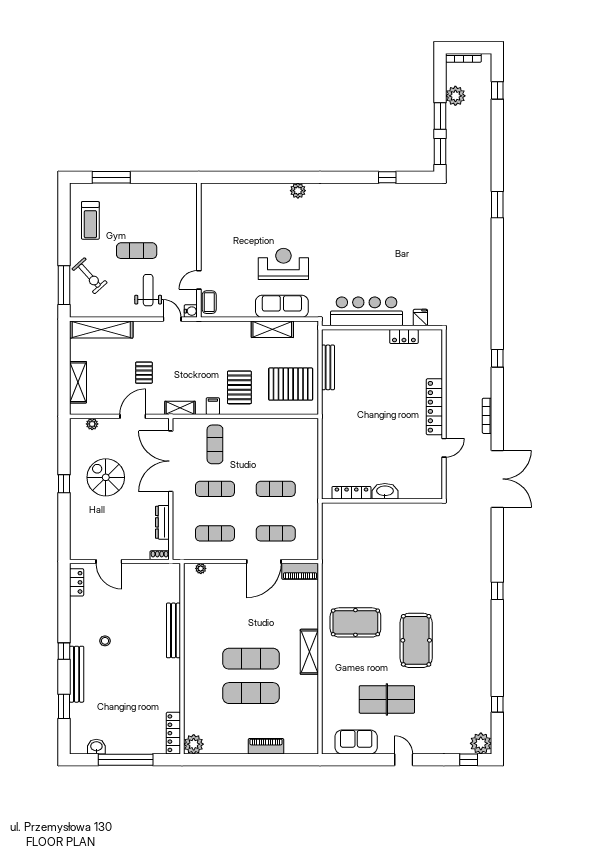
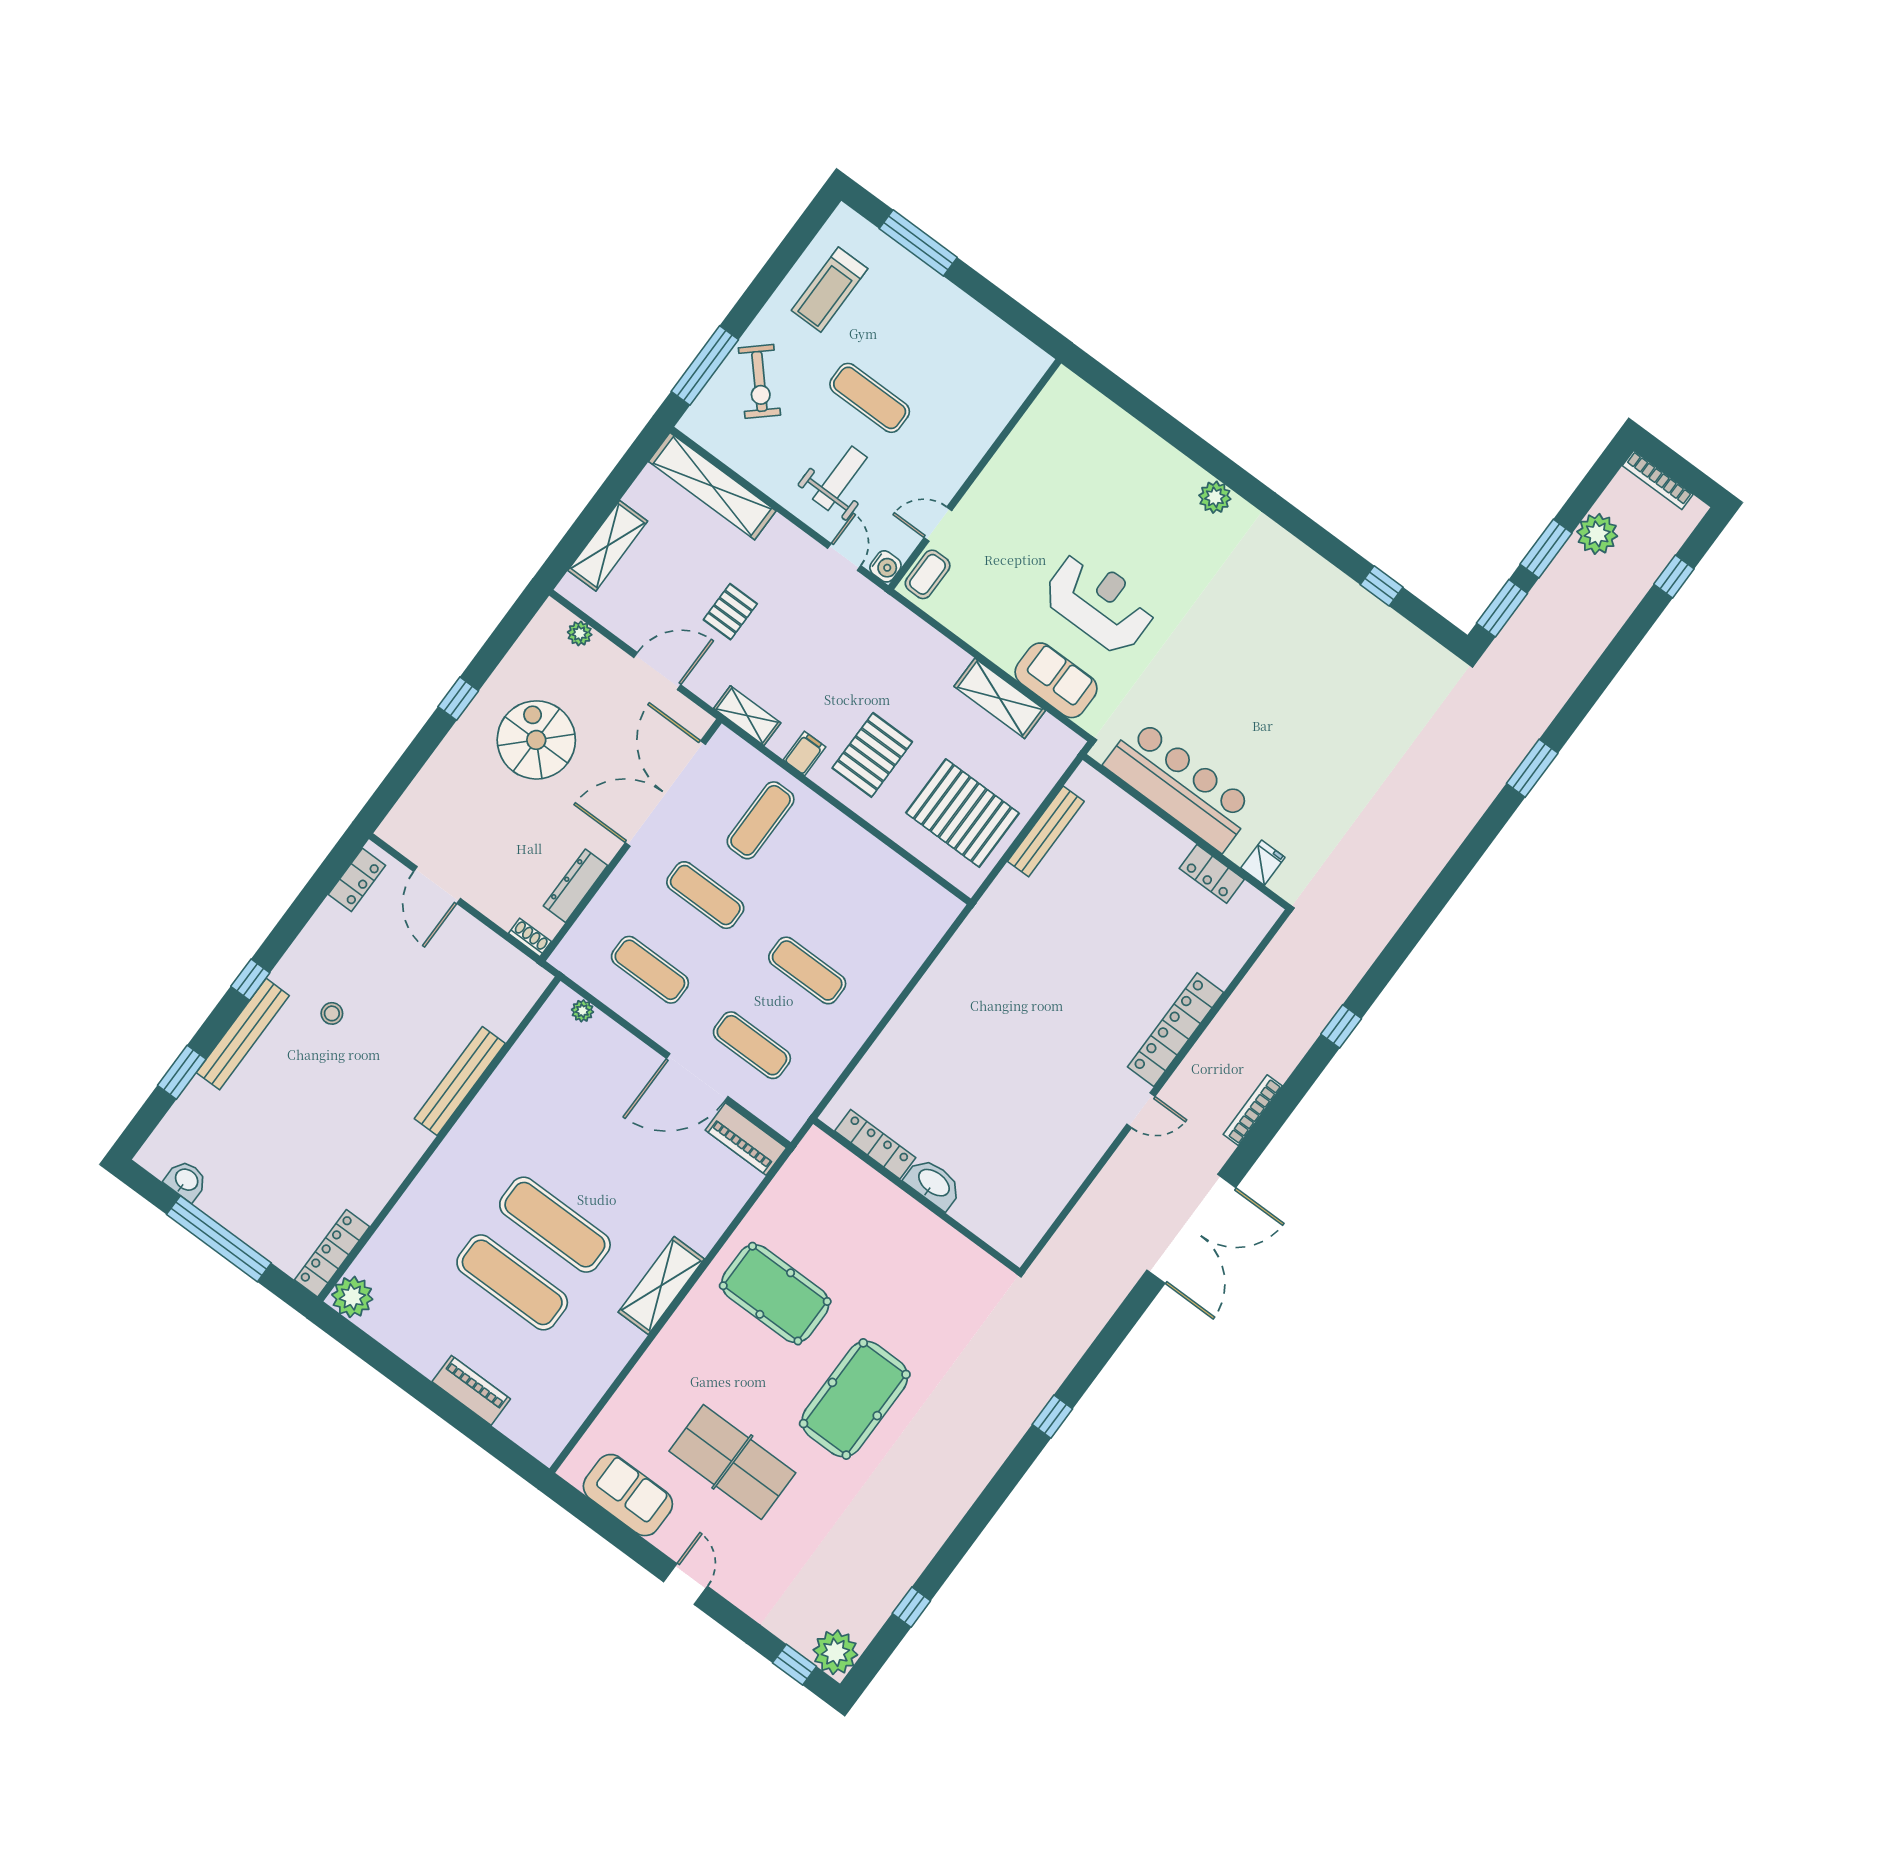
sofa: (282, 306) -> (1056, 680), width x0.73
washbasin: (385, 491) -> (933, 1183), moved
locker: (351, 493) -> (875, 1144), moved
wall: (382, 501) -> (916, 1196), moved

